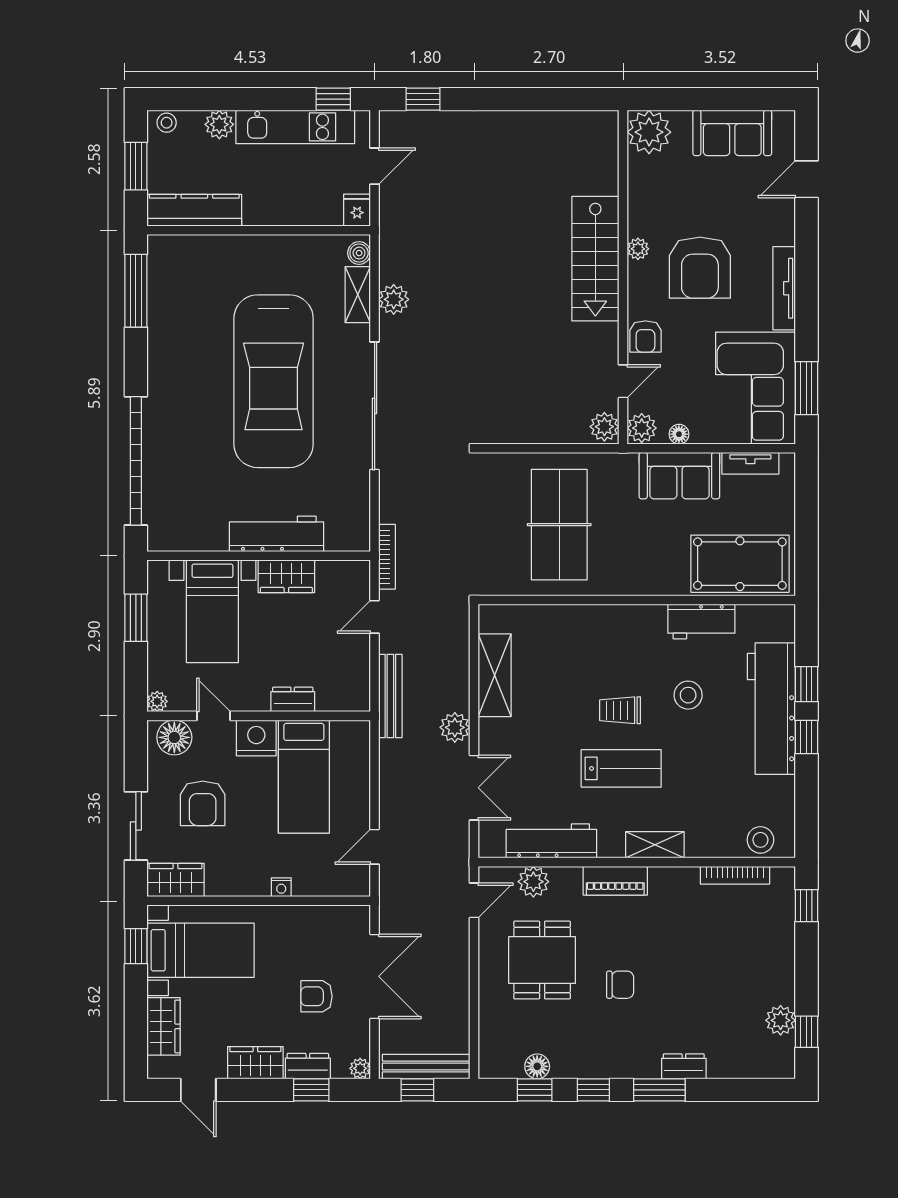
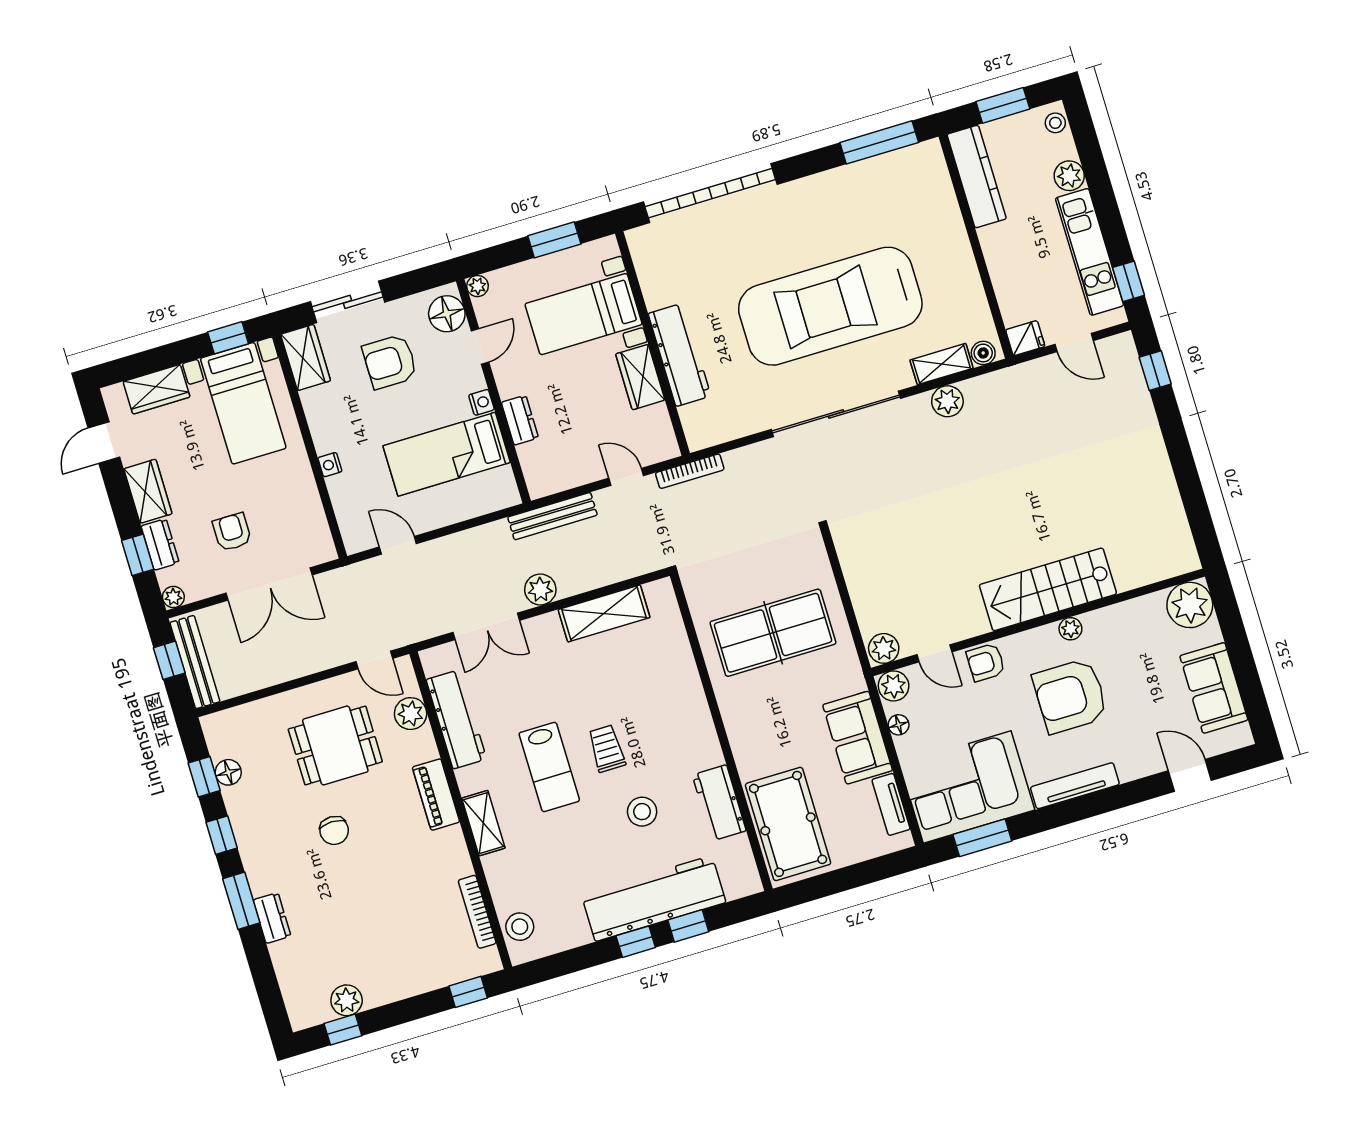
nightstand: (256, 738) -> (481, 402), width x0.53, depth x0.56

